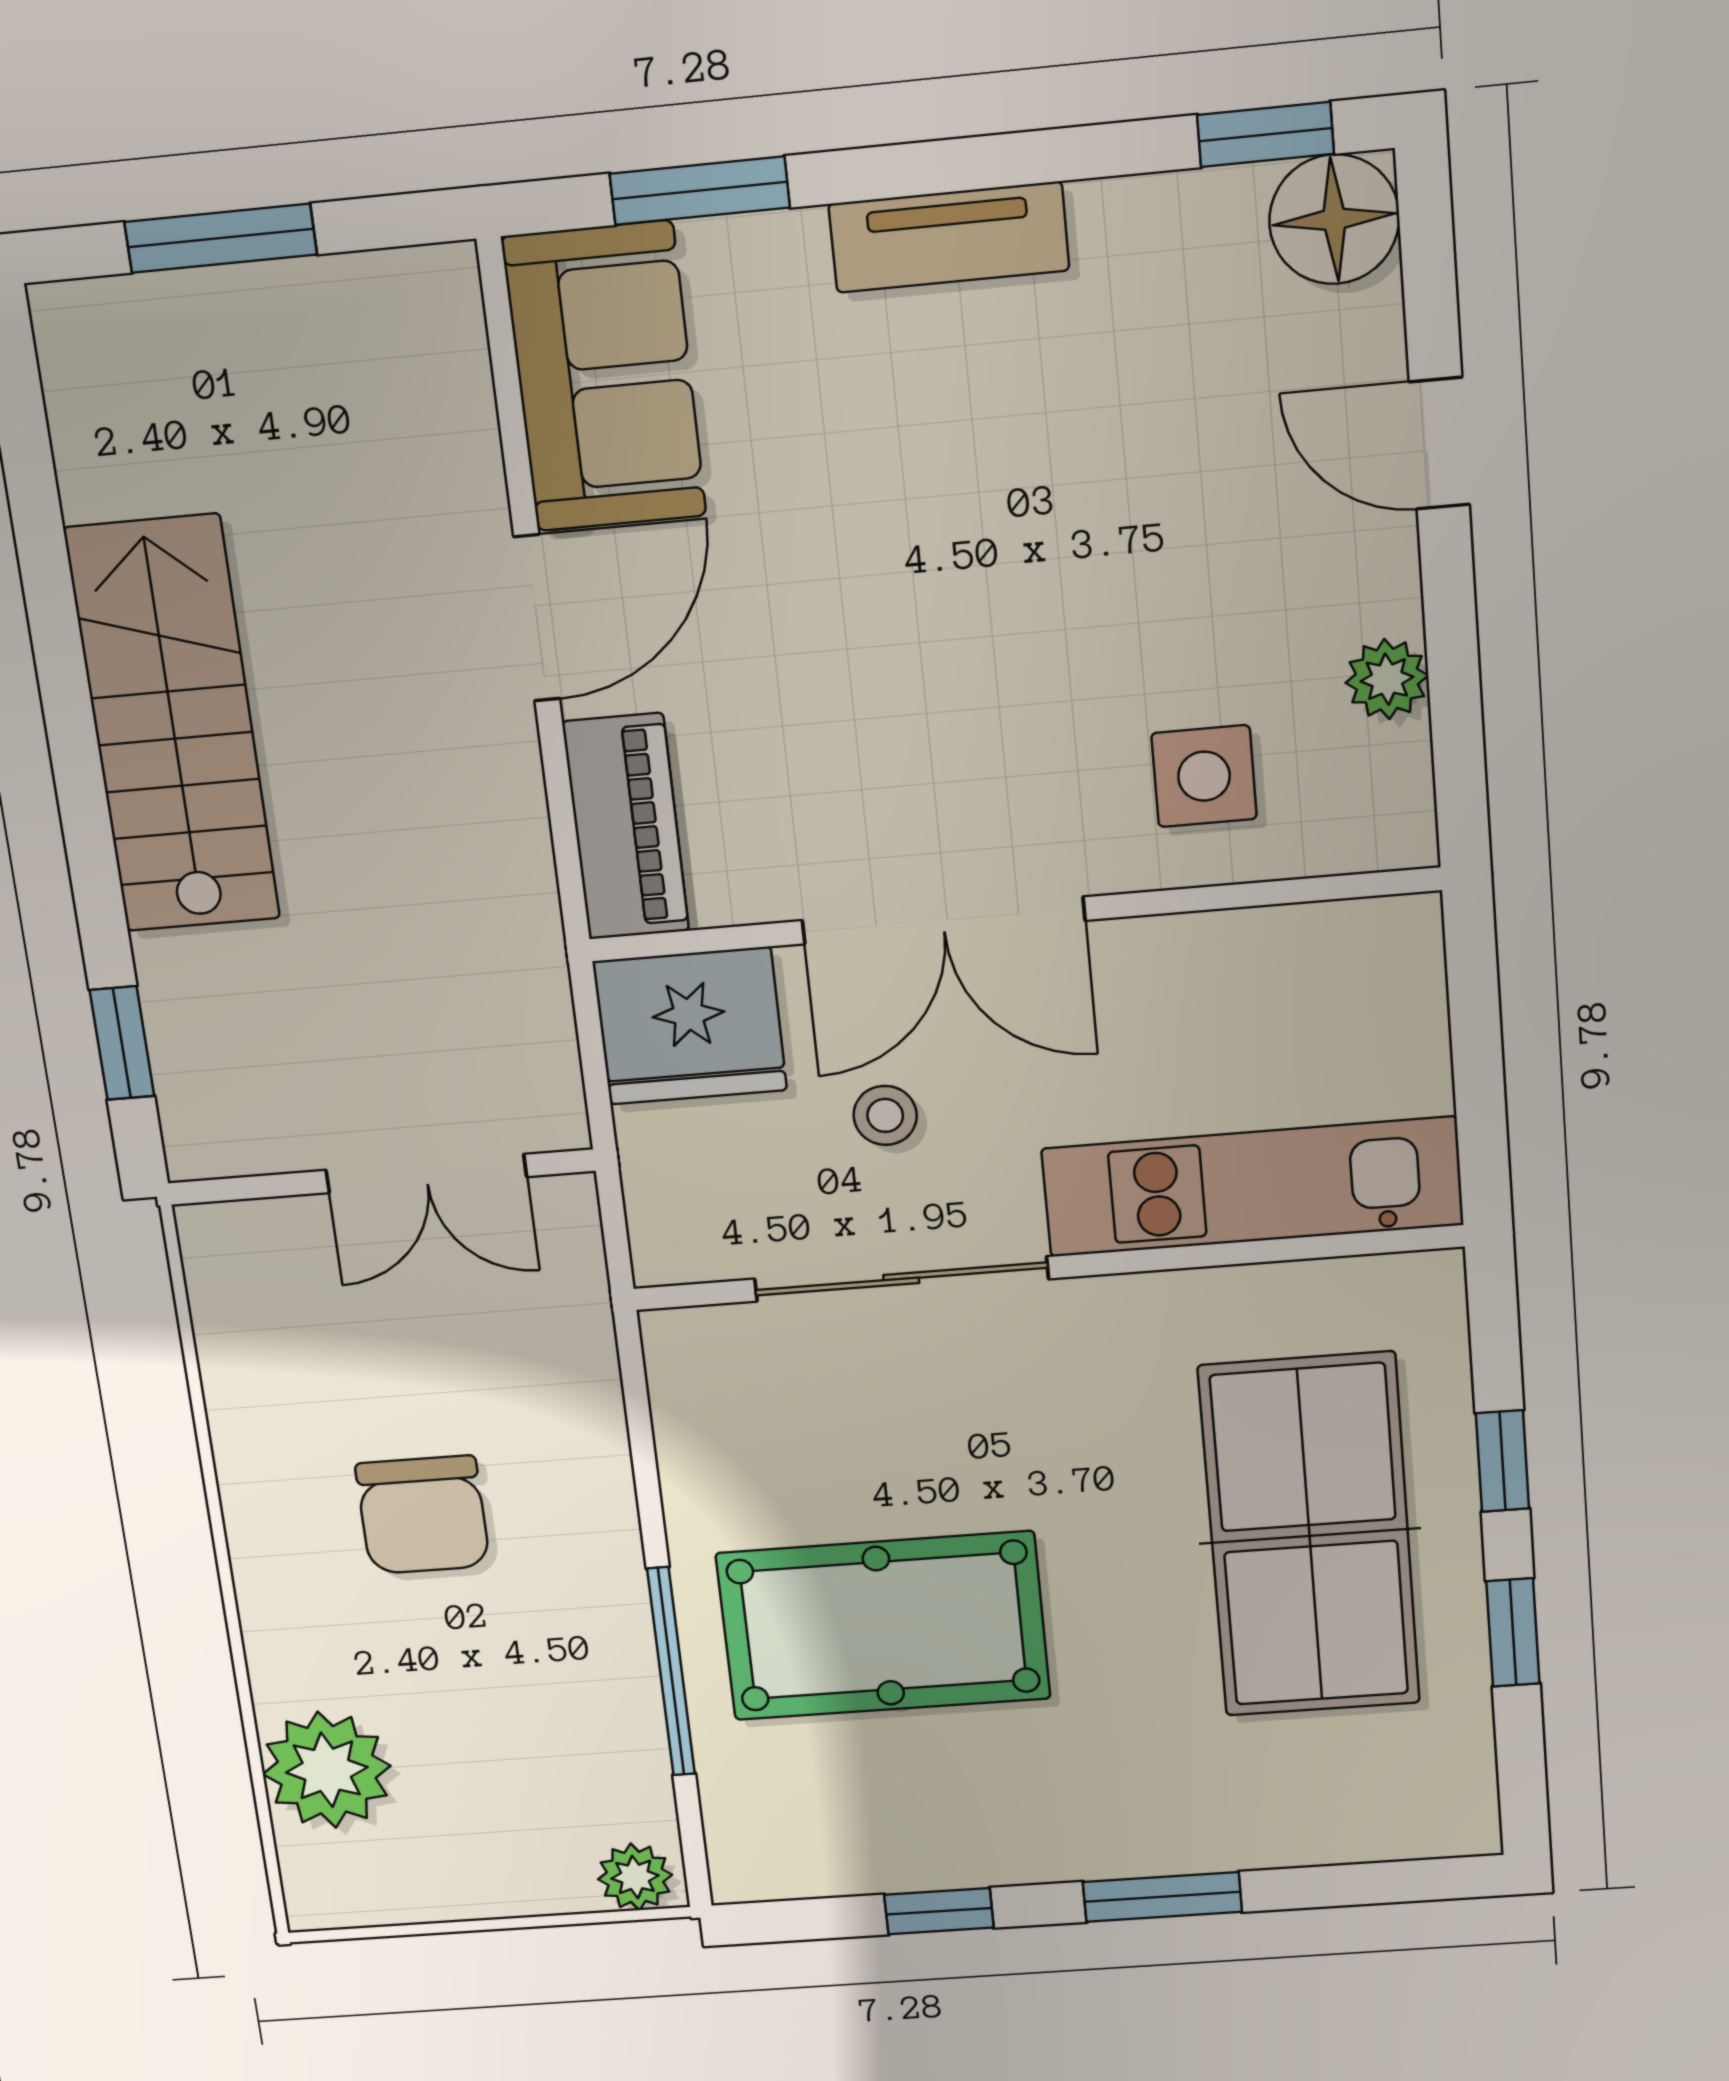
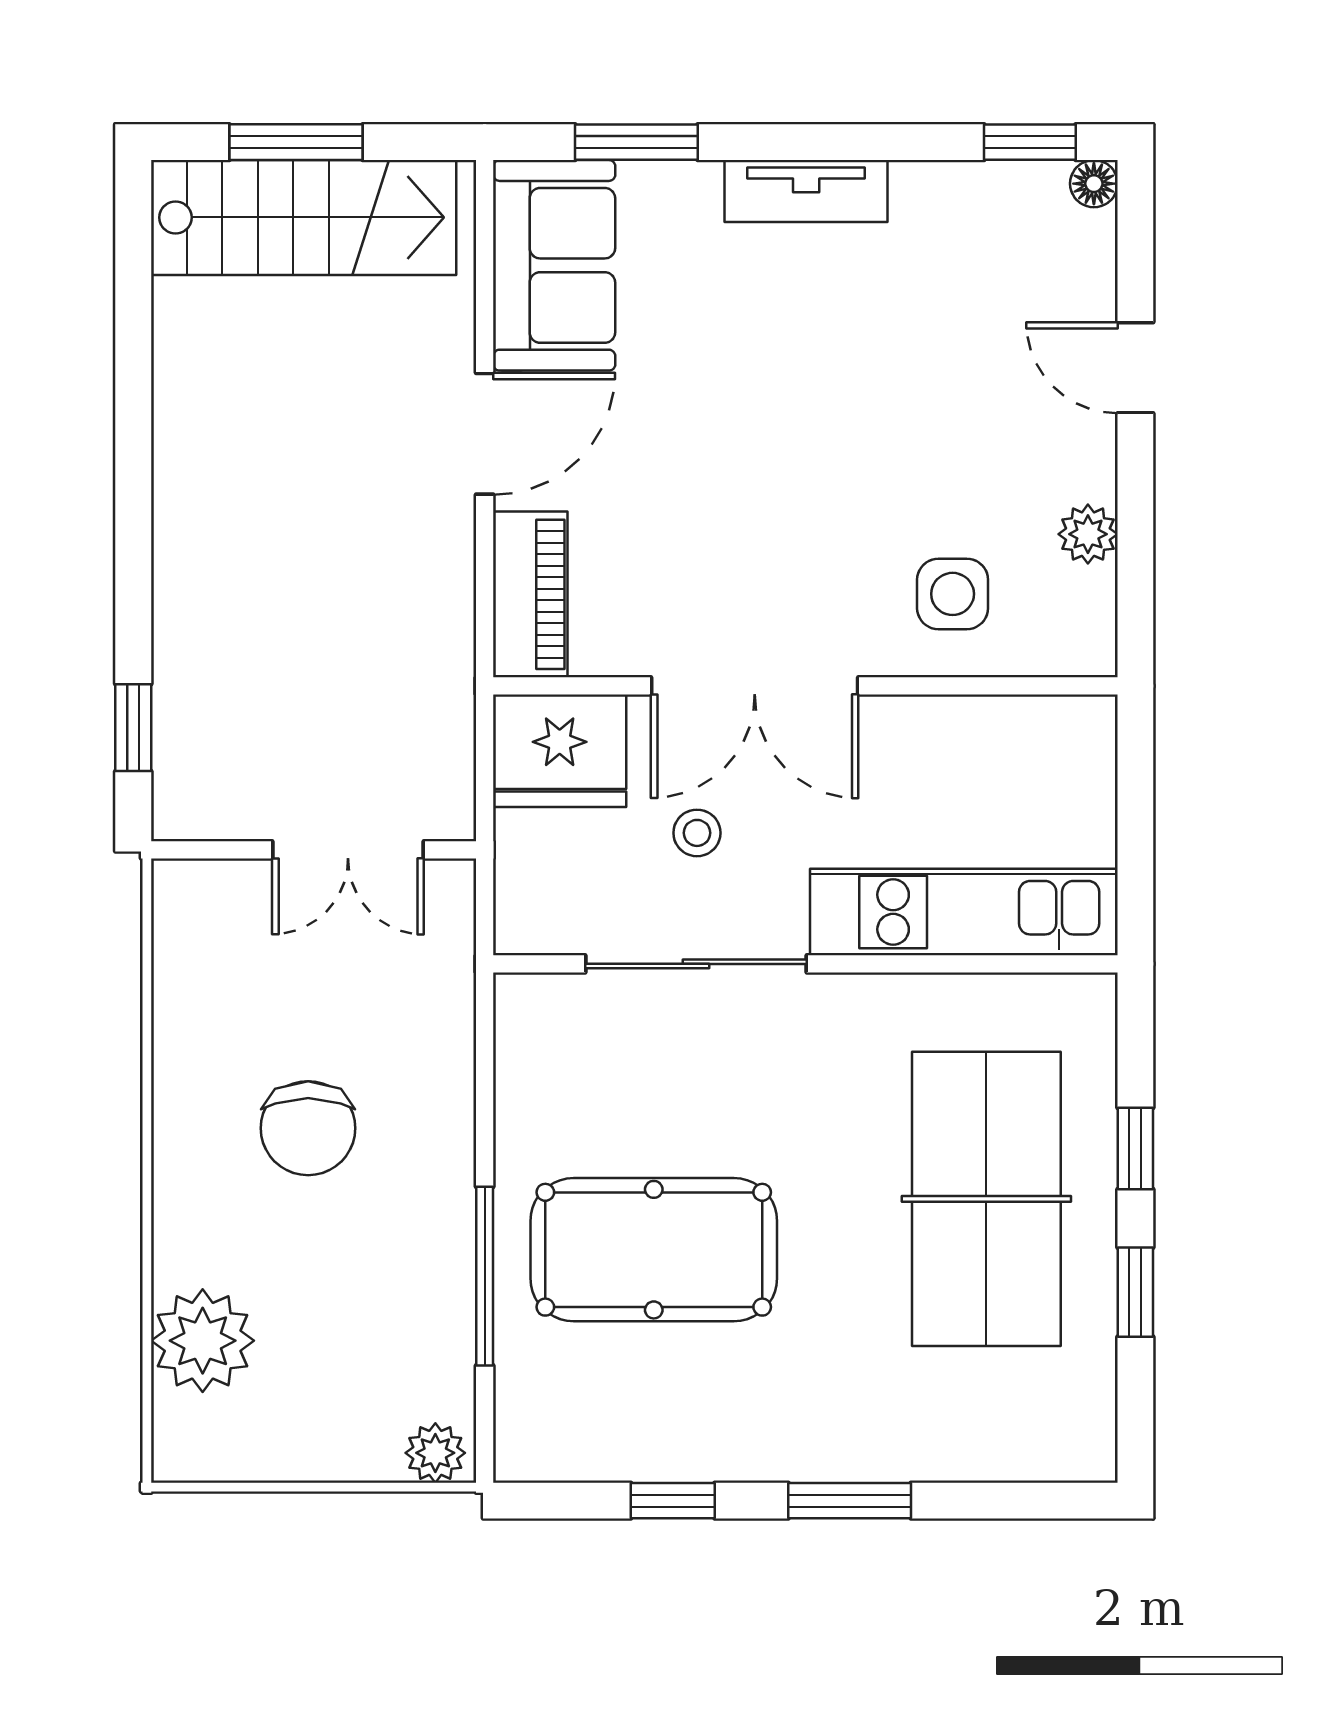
floor lamp: (1334, 219) -> (1094, 184), width x0.53, depth x0.53
stairs: (173, 725) -> (304, 217), moved, turned 90

